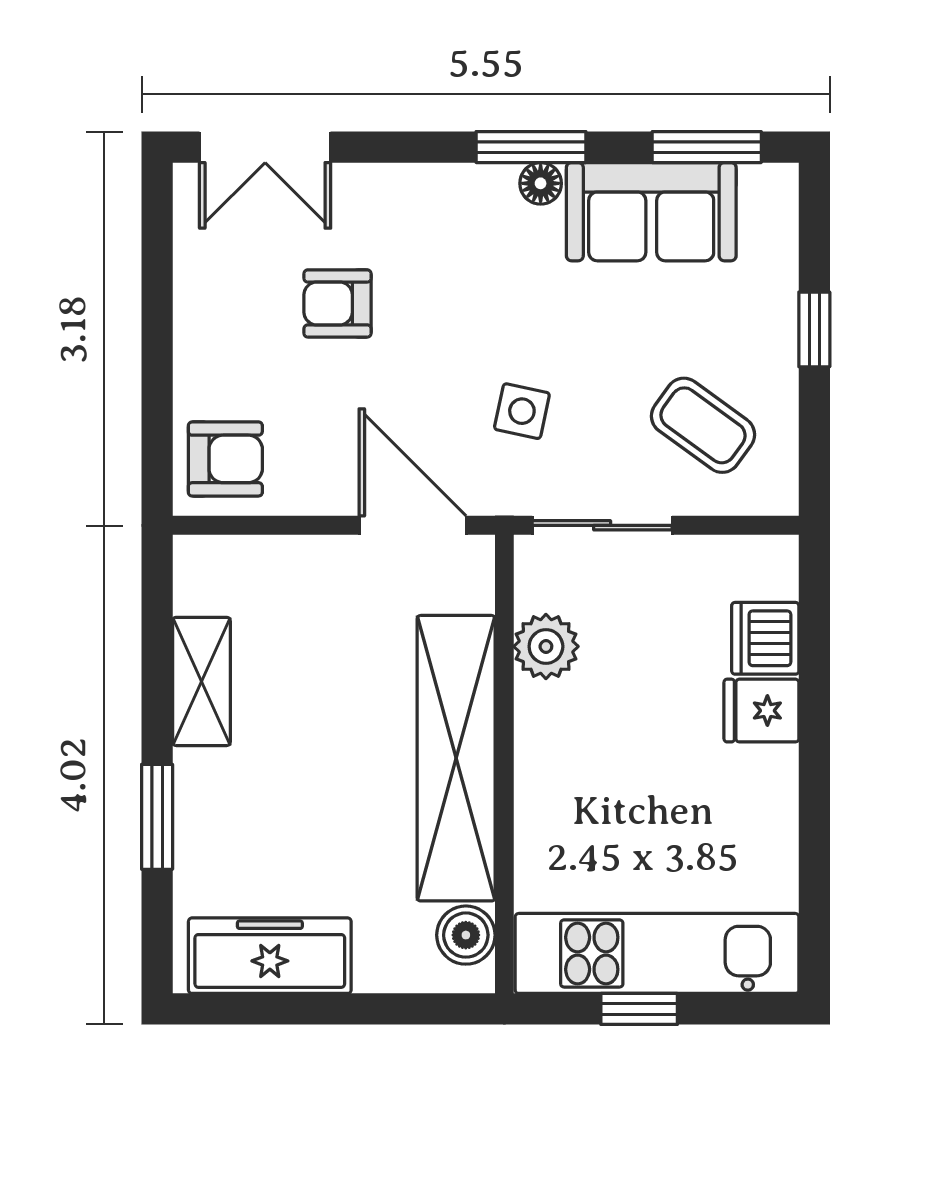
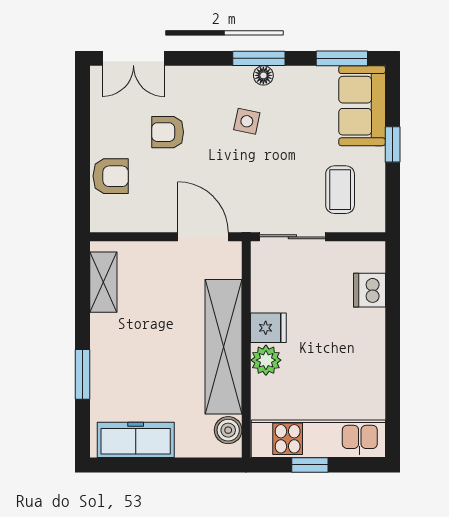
sofa: (651, 212) -> (362, 106), moved, turned 90
side table: (522, 411) -> (247, 121), moved
coffee table: (703, 425) -> (340, 190), turned 54
armchair: (225, 459) -> (111, 176), moved
plant: (546, 646) -> (266, 360), moved
shelving: (201, 681) -> (103, 282), moved
fridge: (761, 711) -> (268, 328), moved, turned 180

